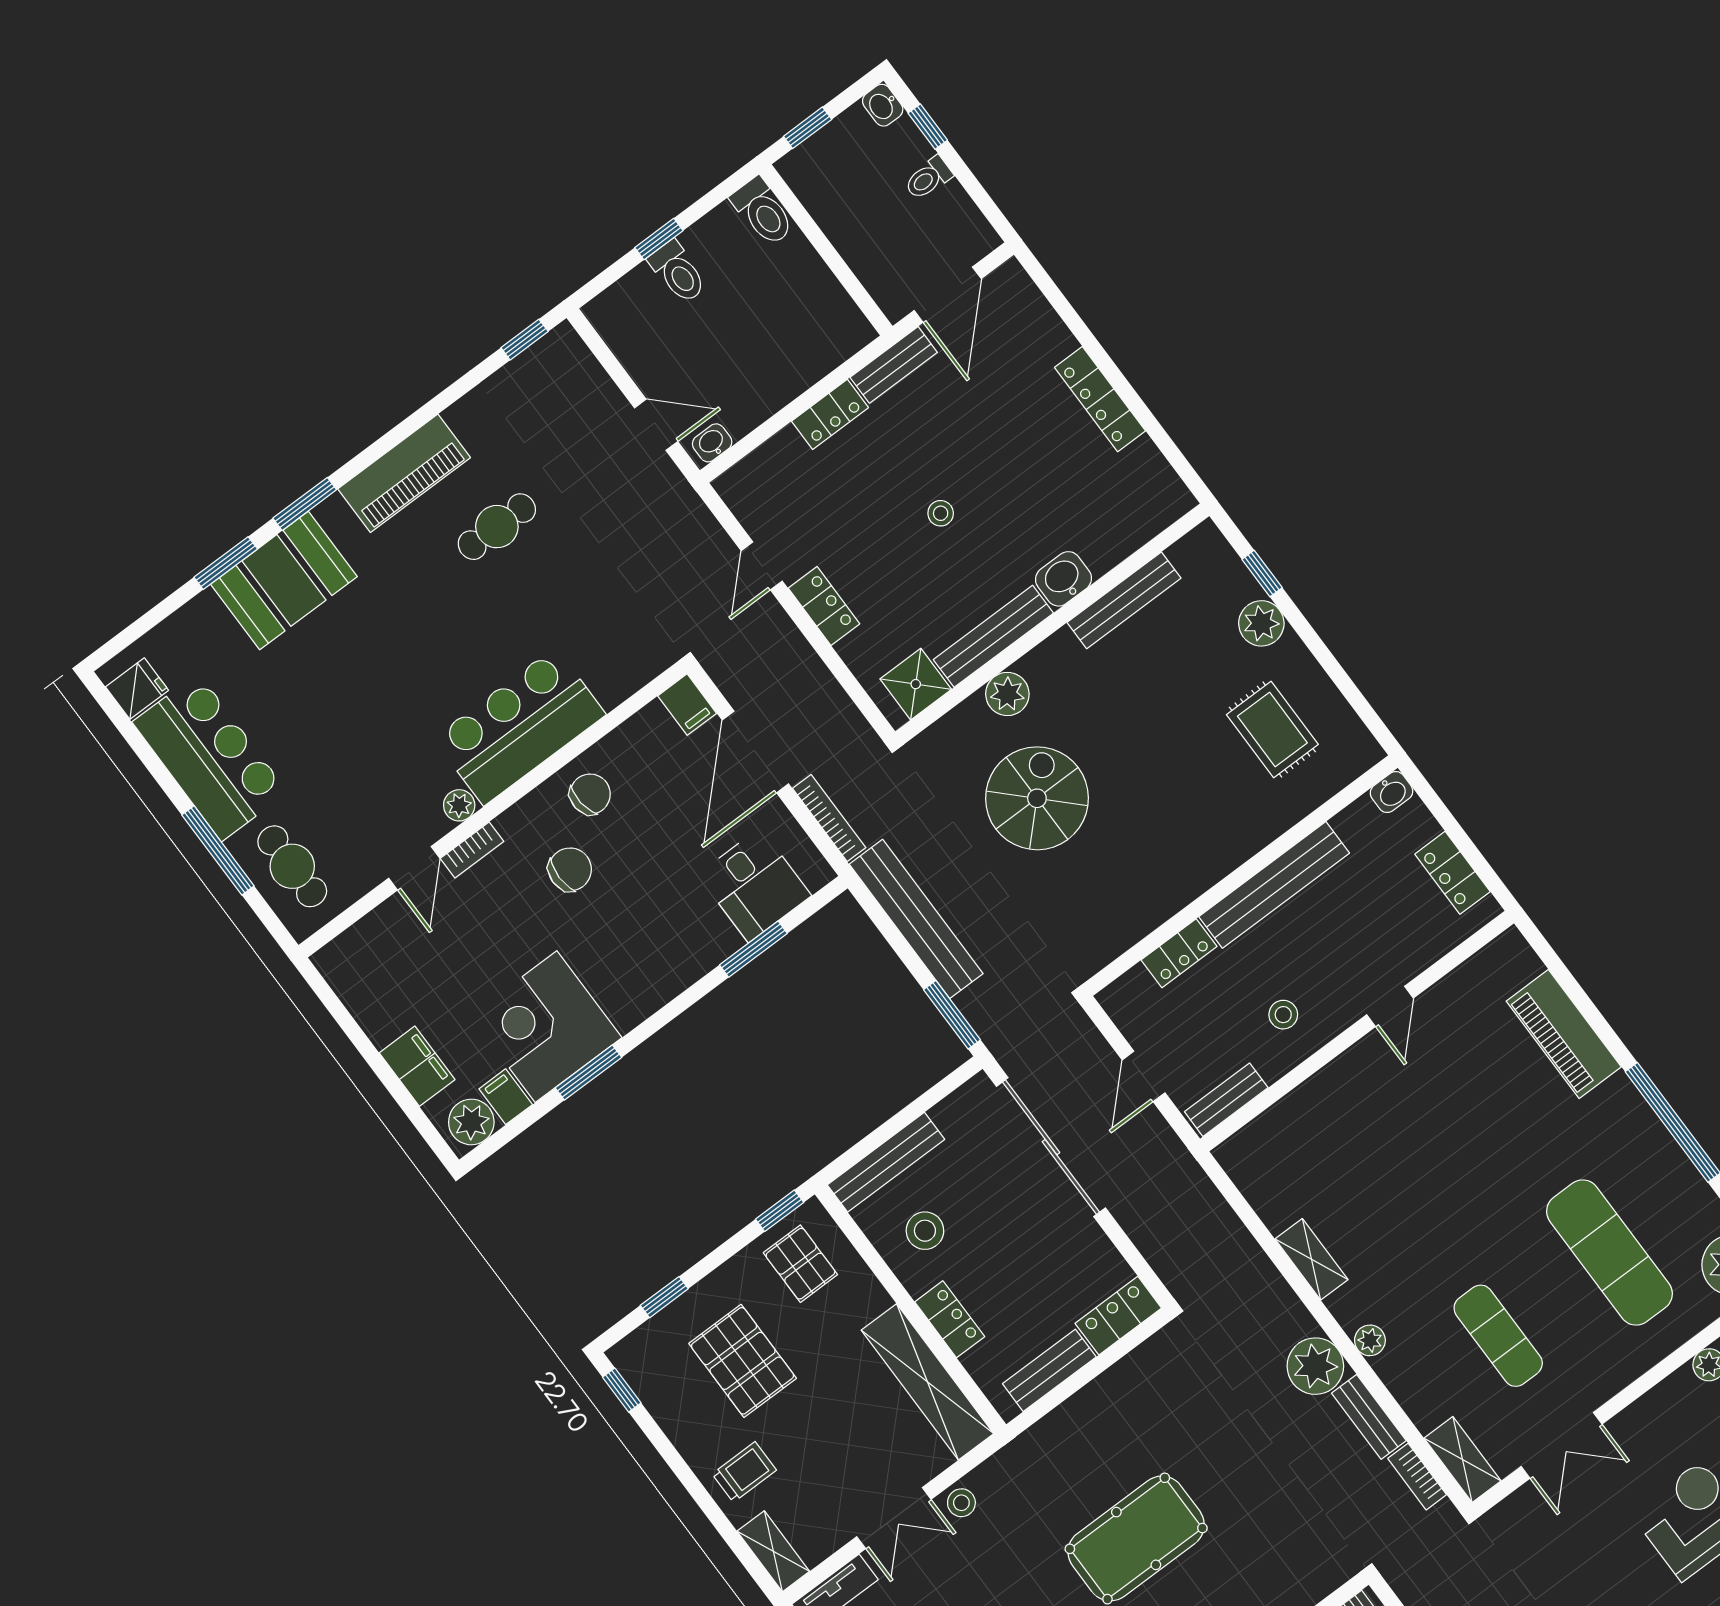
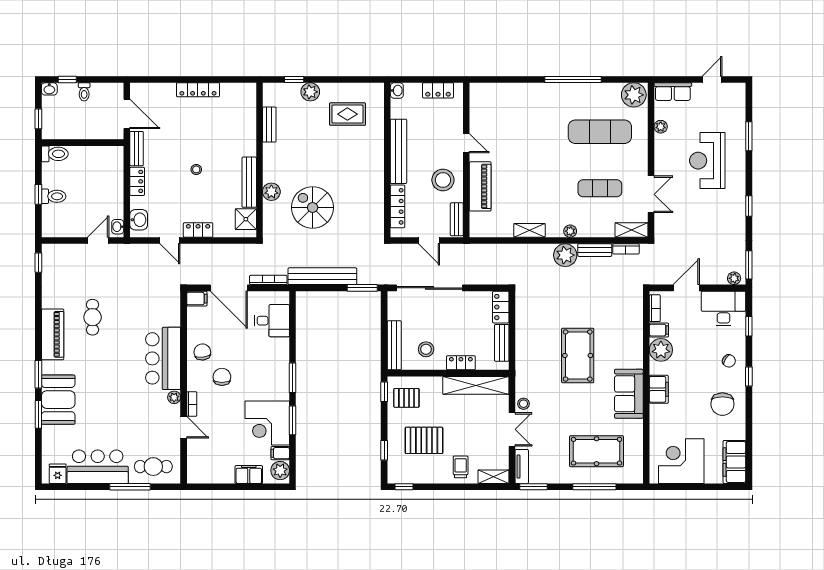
washbasin: (1063, 579) -> (139, 220), moved, turned 180
bench: (1124, 600) -> (269, 125), width x0.73
window: (753, 949) -> (293, 378), moved
locker: (1179, 953) -> (398, 206), width x1.53
stool: (1283, 1015) -> (443, 180), width x1.89, depth x1.89
piano: (1564, 1034) -> (480, 186), moved, turned -90

